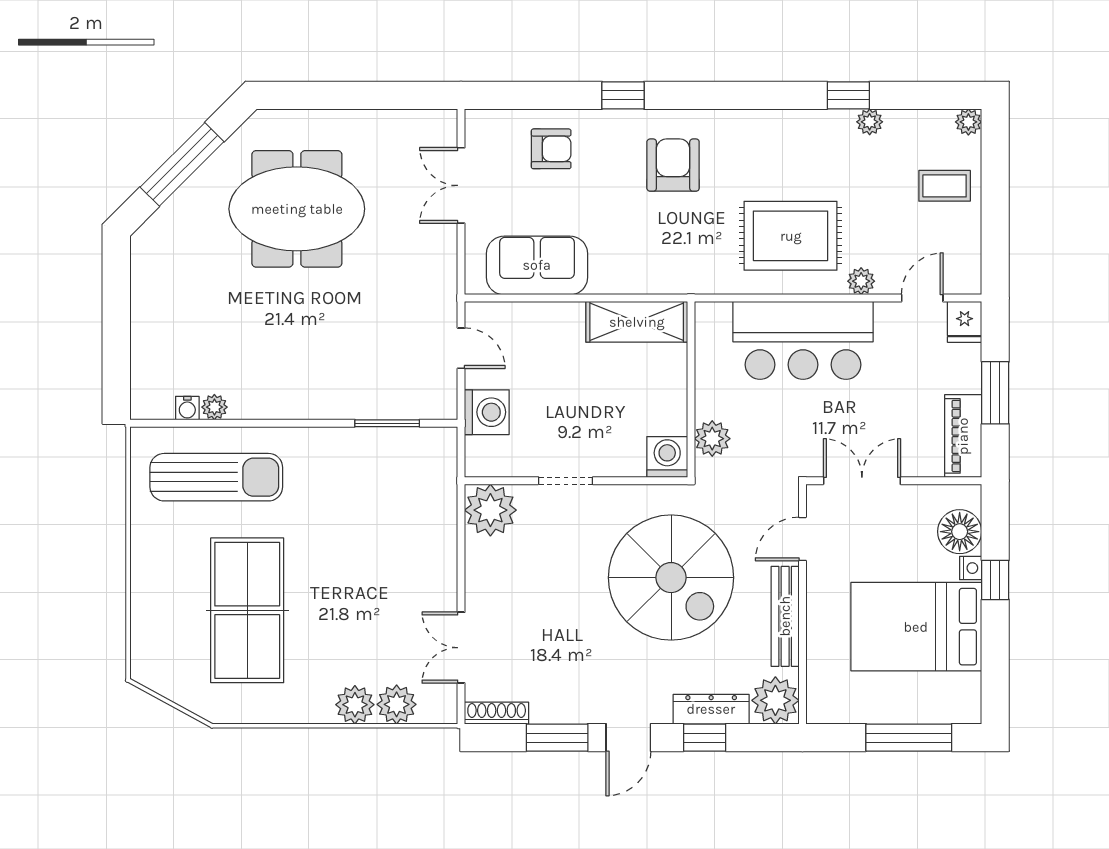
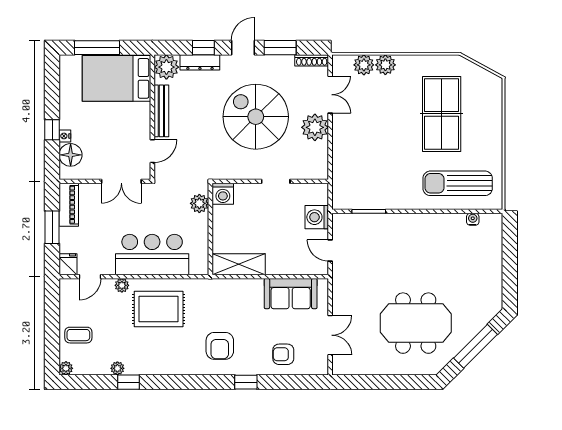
plant: (214, 407) -> (459, 220), removed
plant: (490, 510) -> (315, 127), moved
spiral stairs: (671, 578) -> (256, 117), moved
bed: (916, 627) -> (117, 78), moved, turned 180

